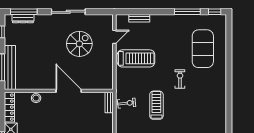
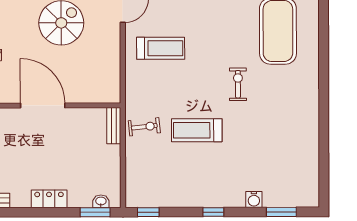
treadmill: (136, 58) -> (161, 48), width x0.73, depth x0.73
treadmill: (156, 105) -> (197, 130), turned -90

